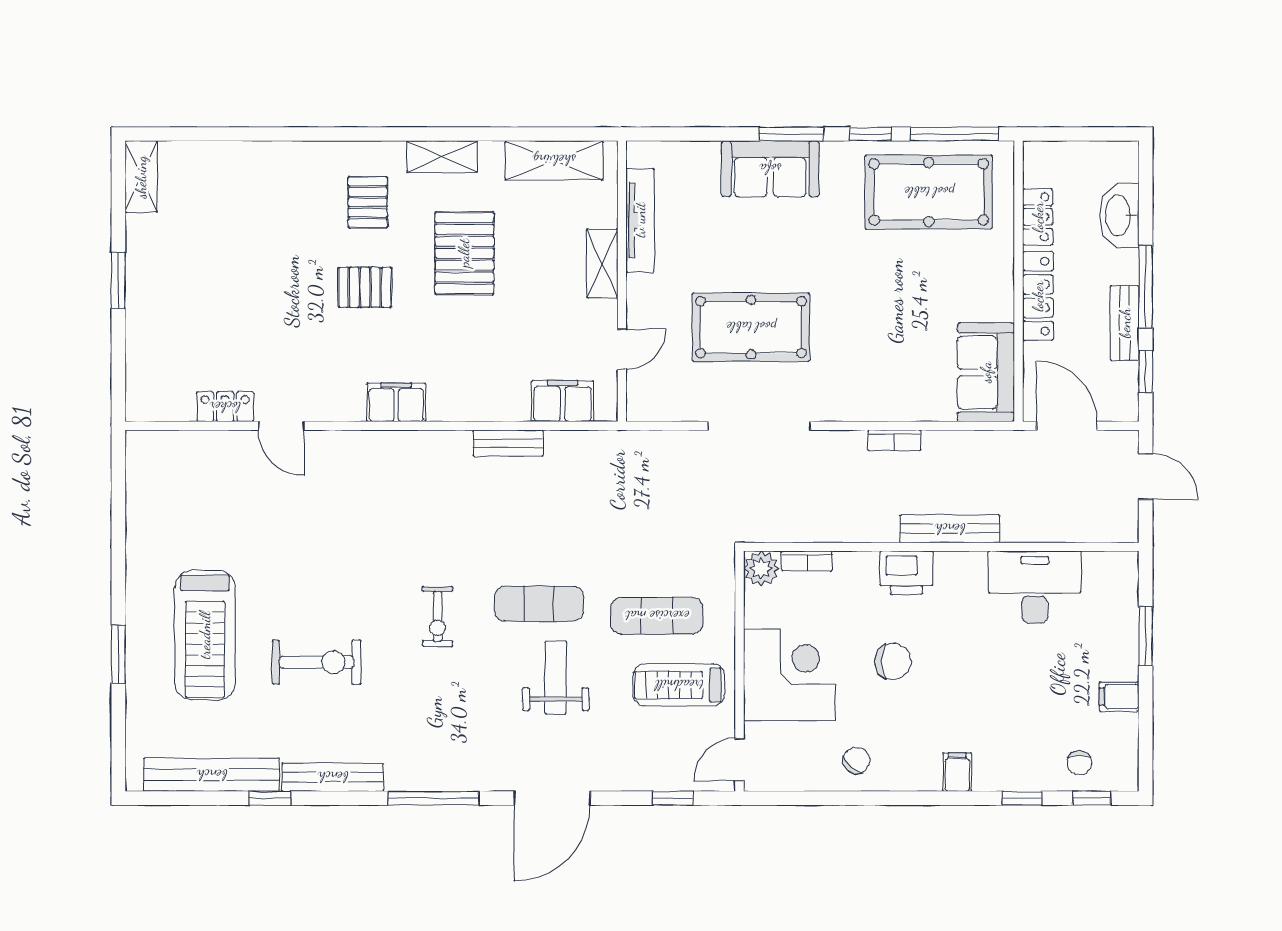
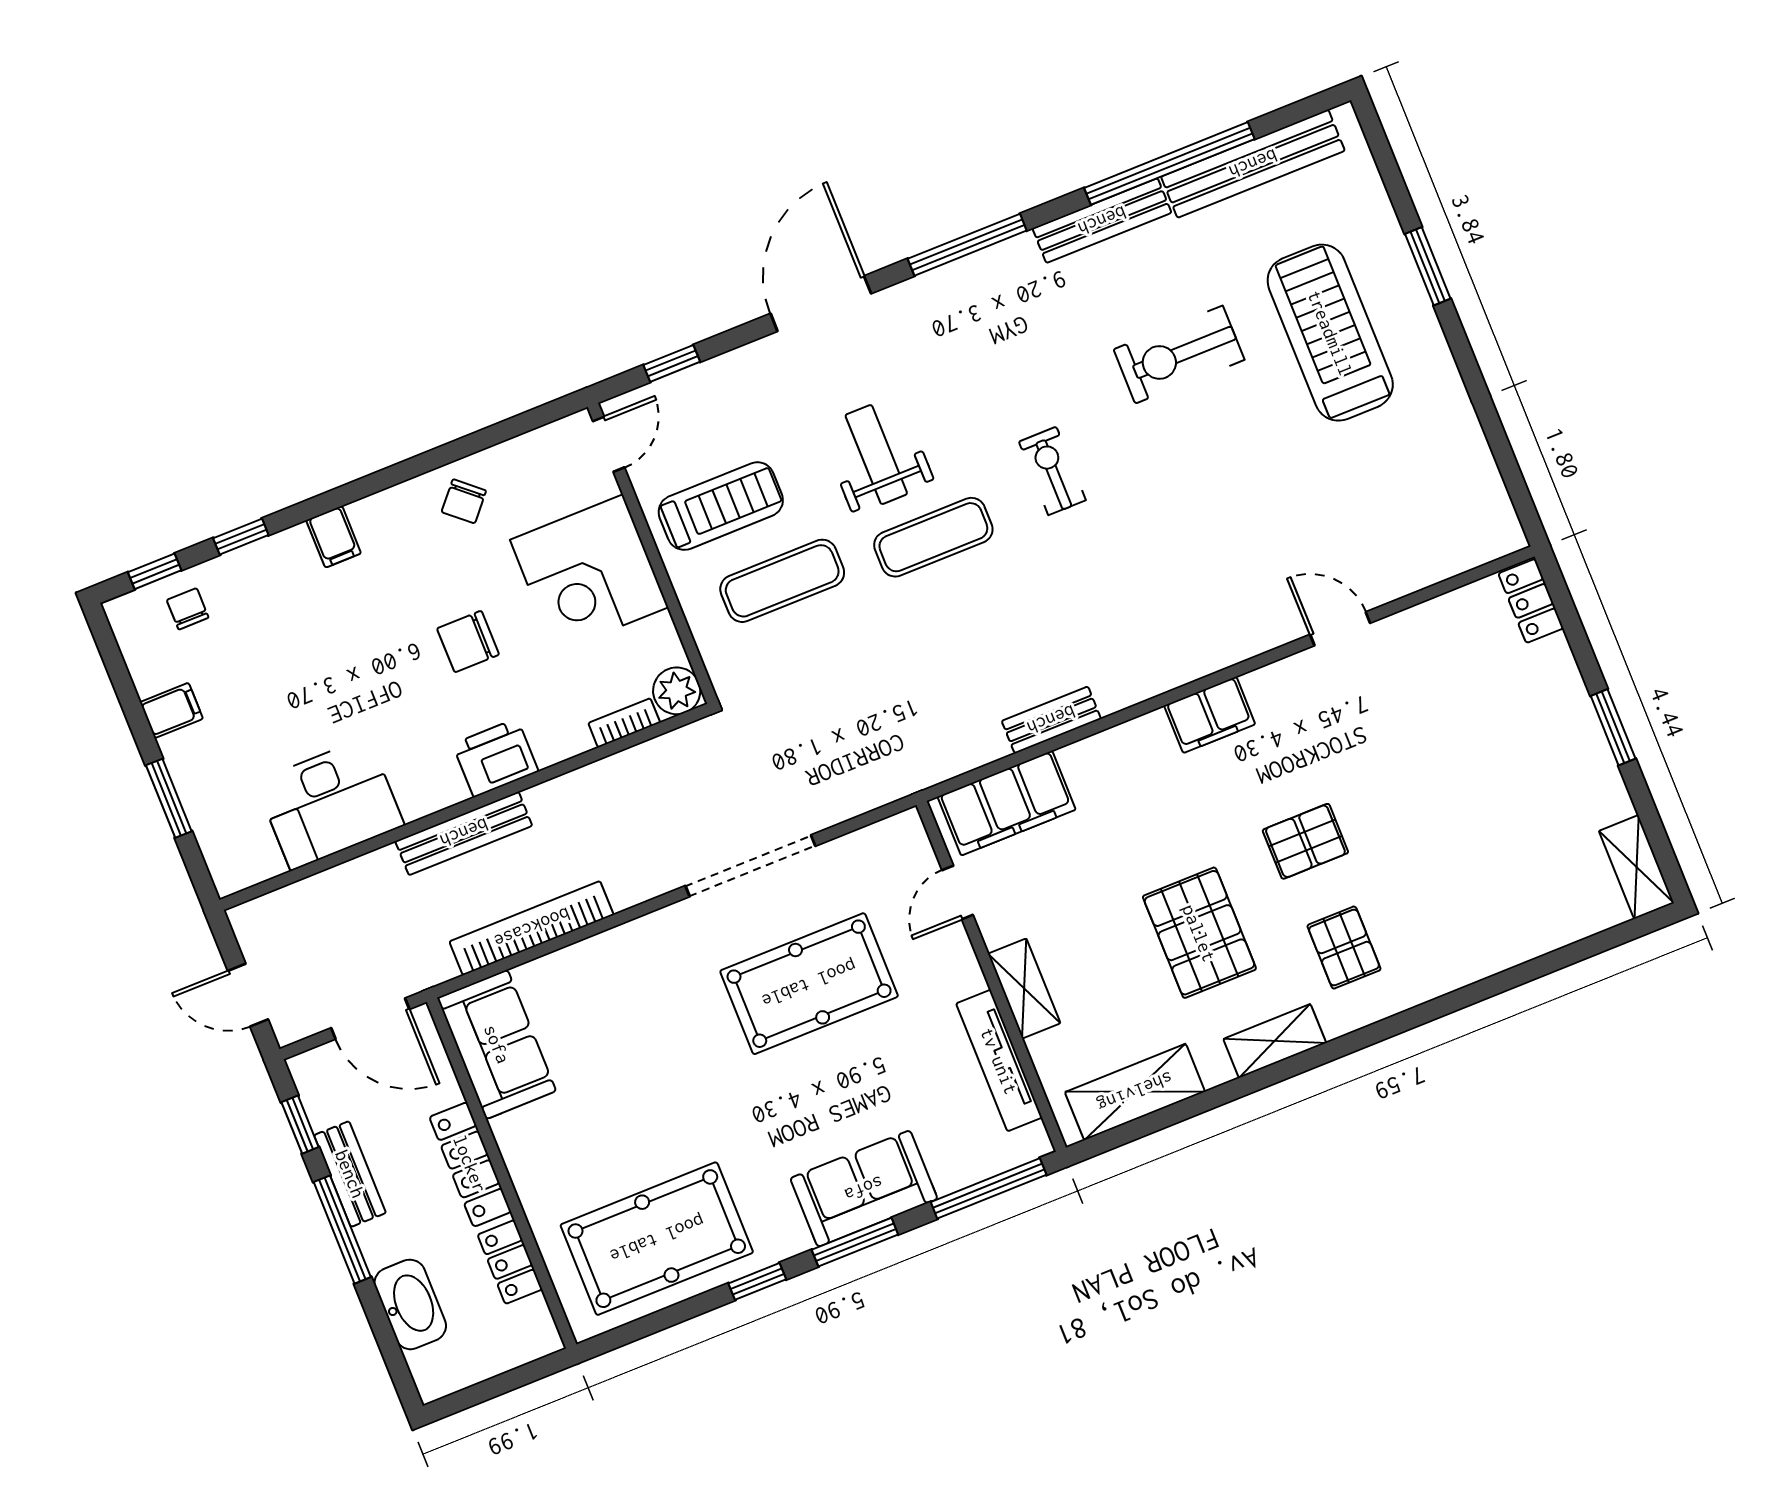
window: (954, 134) -> (989, 1188), moved
filing cabinet: (563, 401) -> (1007, 803), width x1.50, depth x1.17
locker: (225, 407) -> (1531, 601), moved, turned 90
bookcase: (894, 440) -> (532, 928), width x2.31, depth x1.31
weight bench: (556, 677) -> (876, 455), turned 180
window: (270, 798) -> (1169, 163), width x3.17

